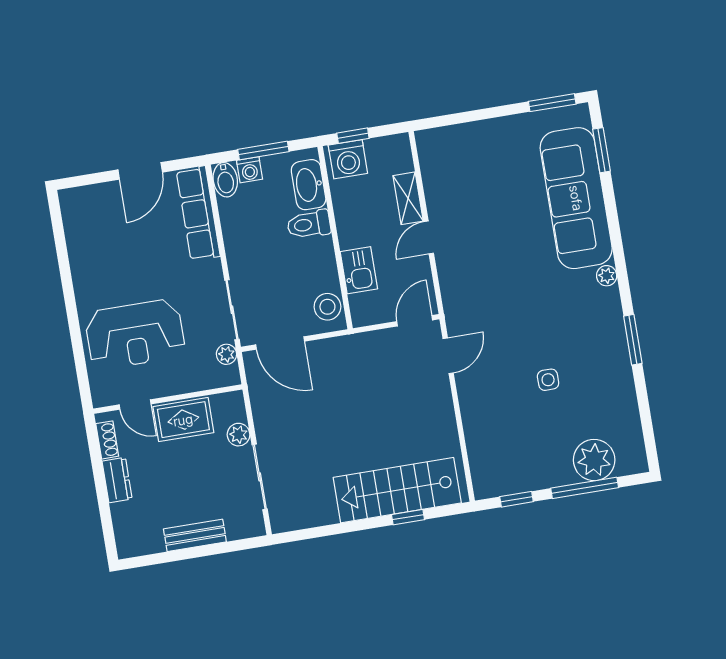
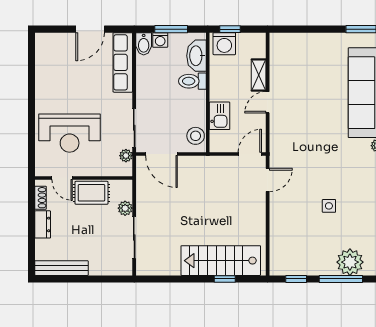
bench: (195, 535) -> (62, 268), moved, width x1.36

